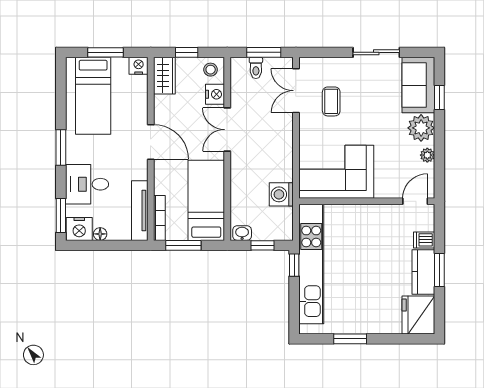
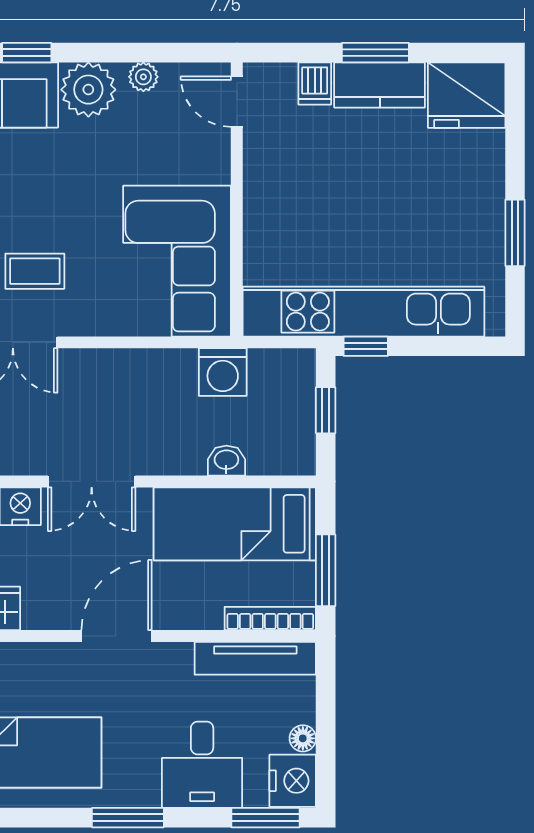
washbasin: (242, 233) -> (226, 461), moved, turned 90

